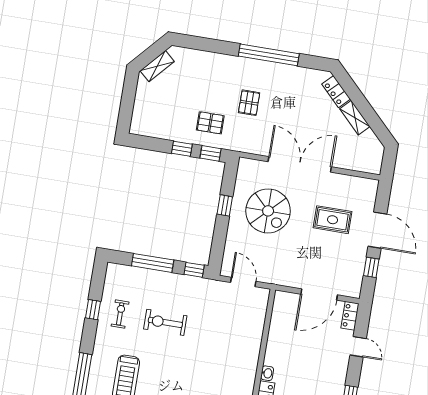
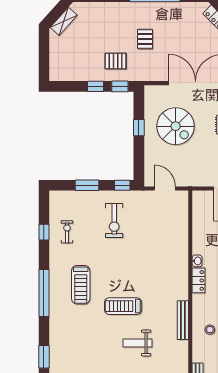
window: (153, 263) -> (87, 185), width x0.69
exercise bike: (165, 322) -> (114, 220), moved, turned -90

